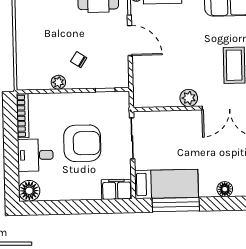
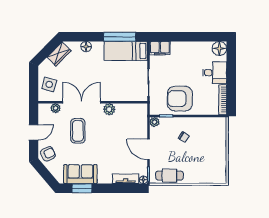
plant: (58, 82) -> (154, 122), moved
armchair: (82, 143) -> (180, 99), moved

